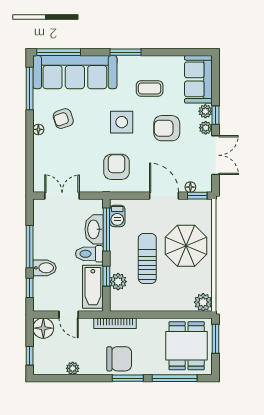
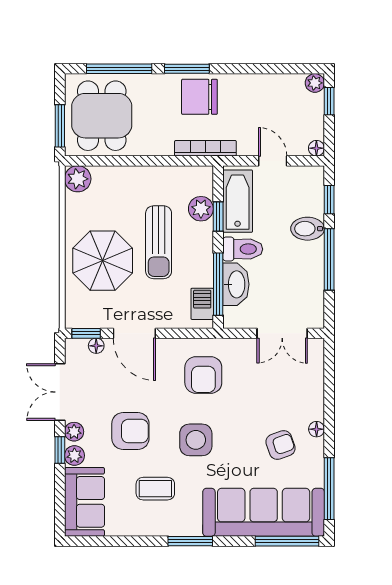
floor lamp: (43, 328) -> (316, 148), width x0.53, depth x0.53
plant: (73, 368) -> (315, 83), moved

